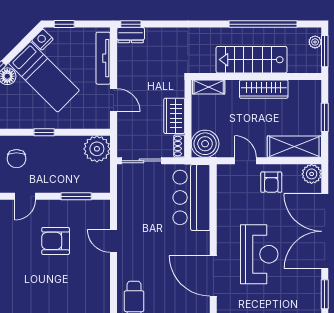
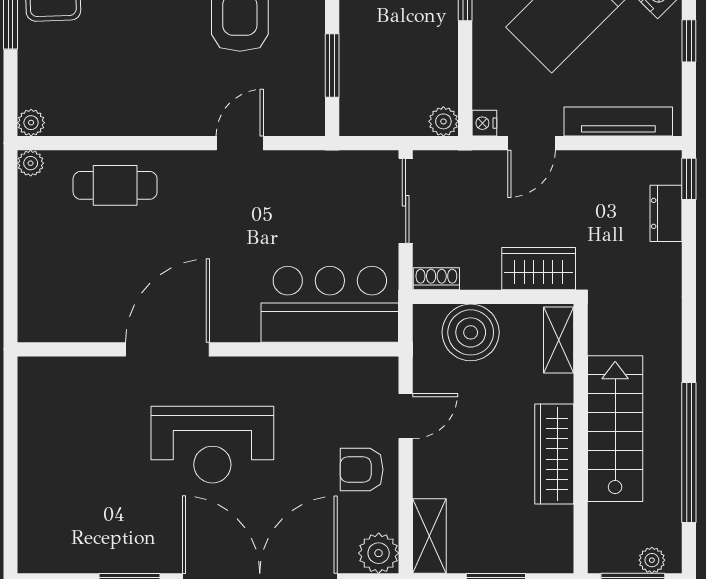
dresser: (131, 35) -> (666, 213), moved
wardrobe: (174, 116) -> (539, 269), moved
nightstand: (104, 123) -> (484, 123), added
boiler: (205, 144) -> (471, 332), moved
shelving: (294, 147) -> (429, 536), width x0.67, depth x0.75
plant: (97, 149) -> (443, 121), width x0.53, depth x0.53

